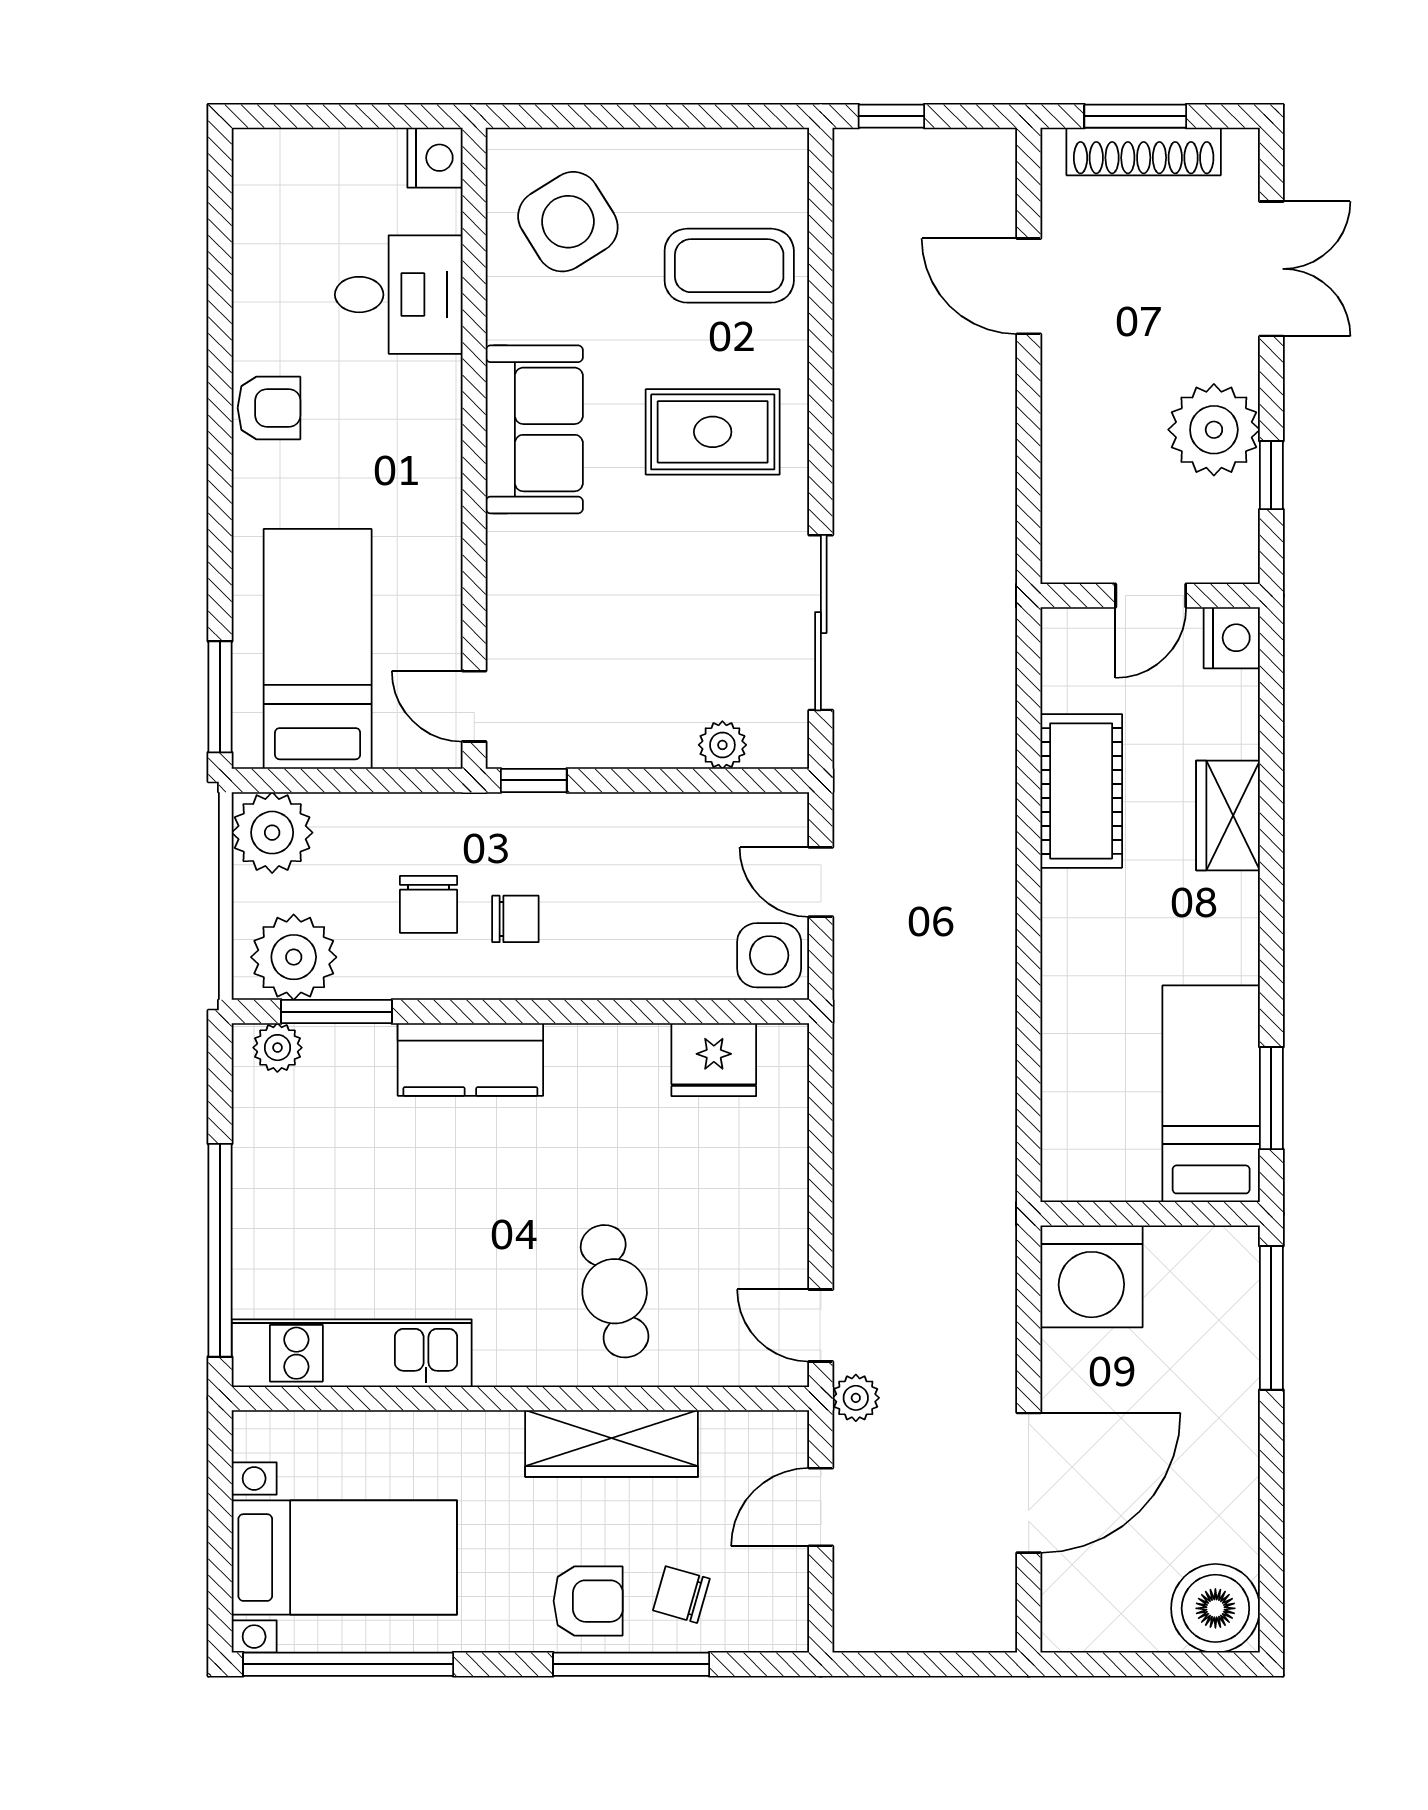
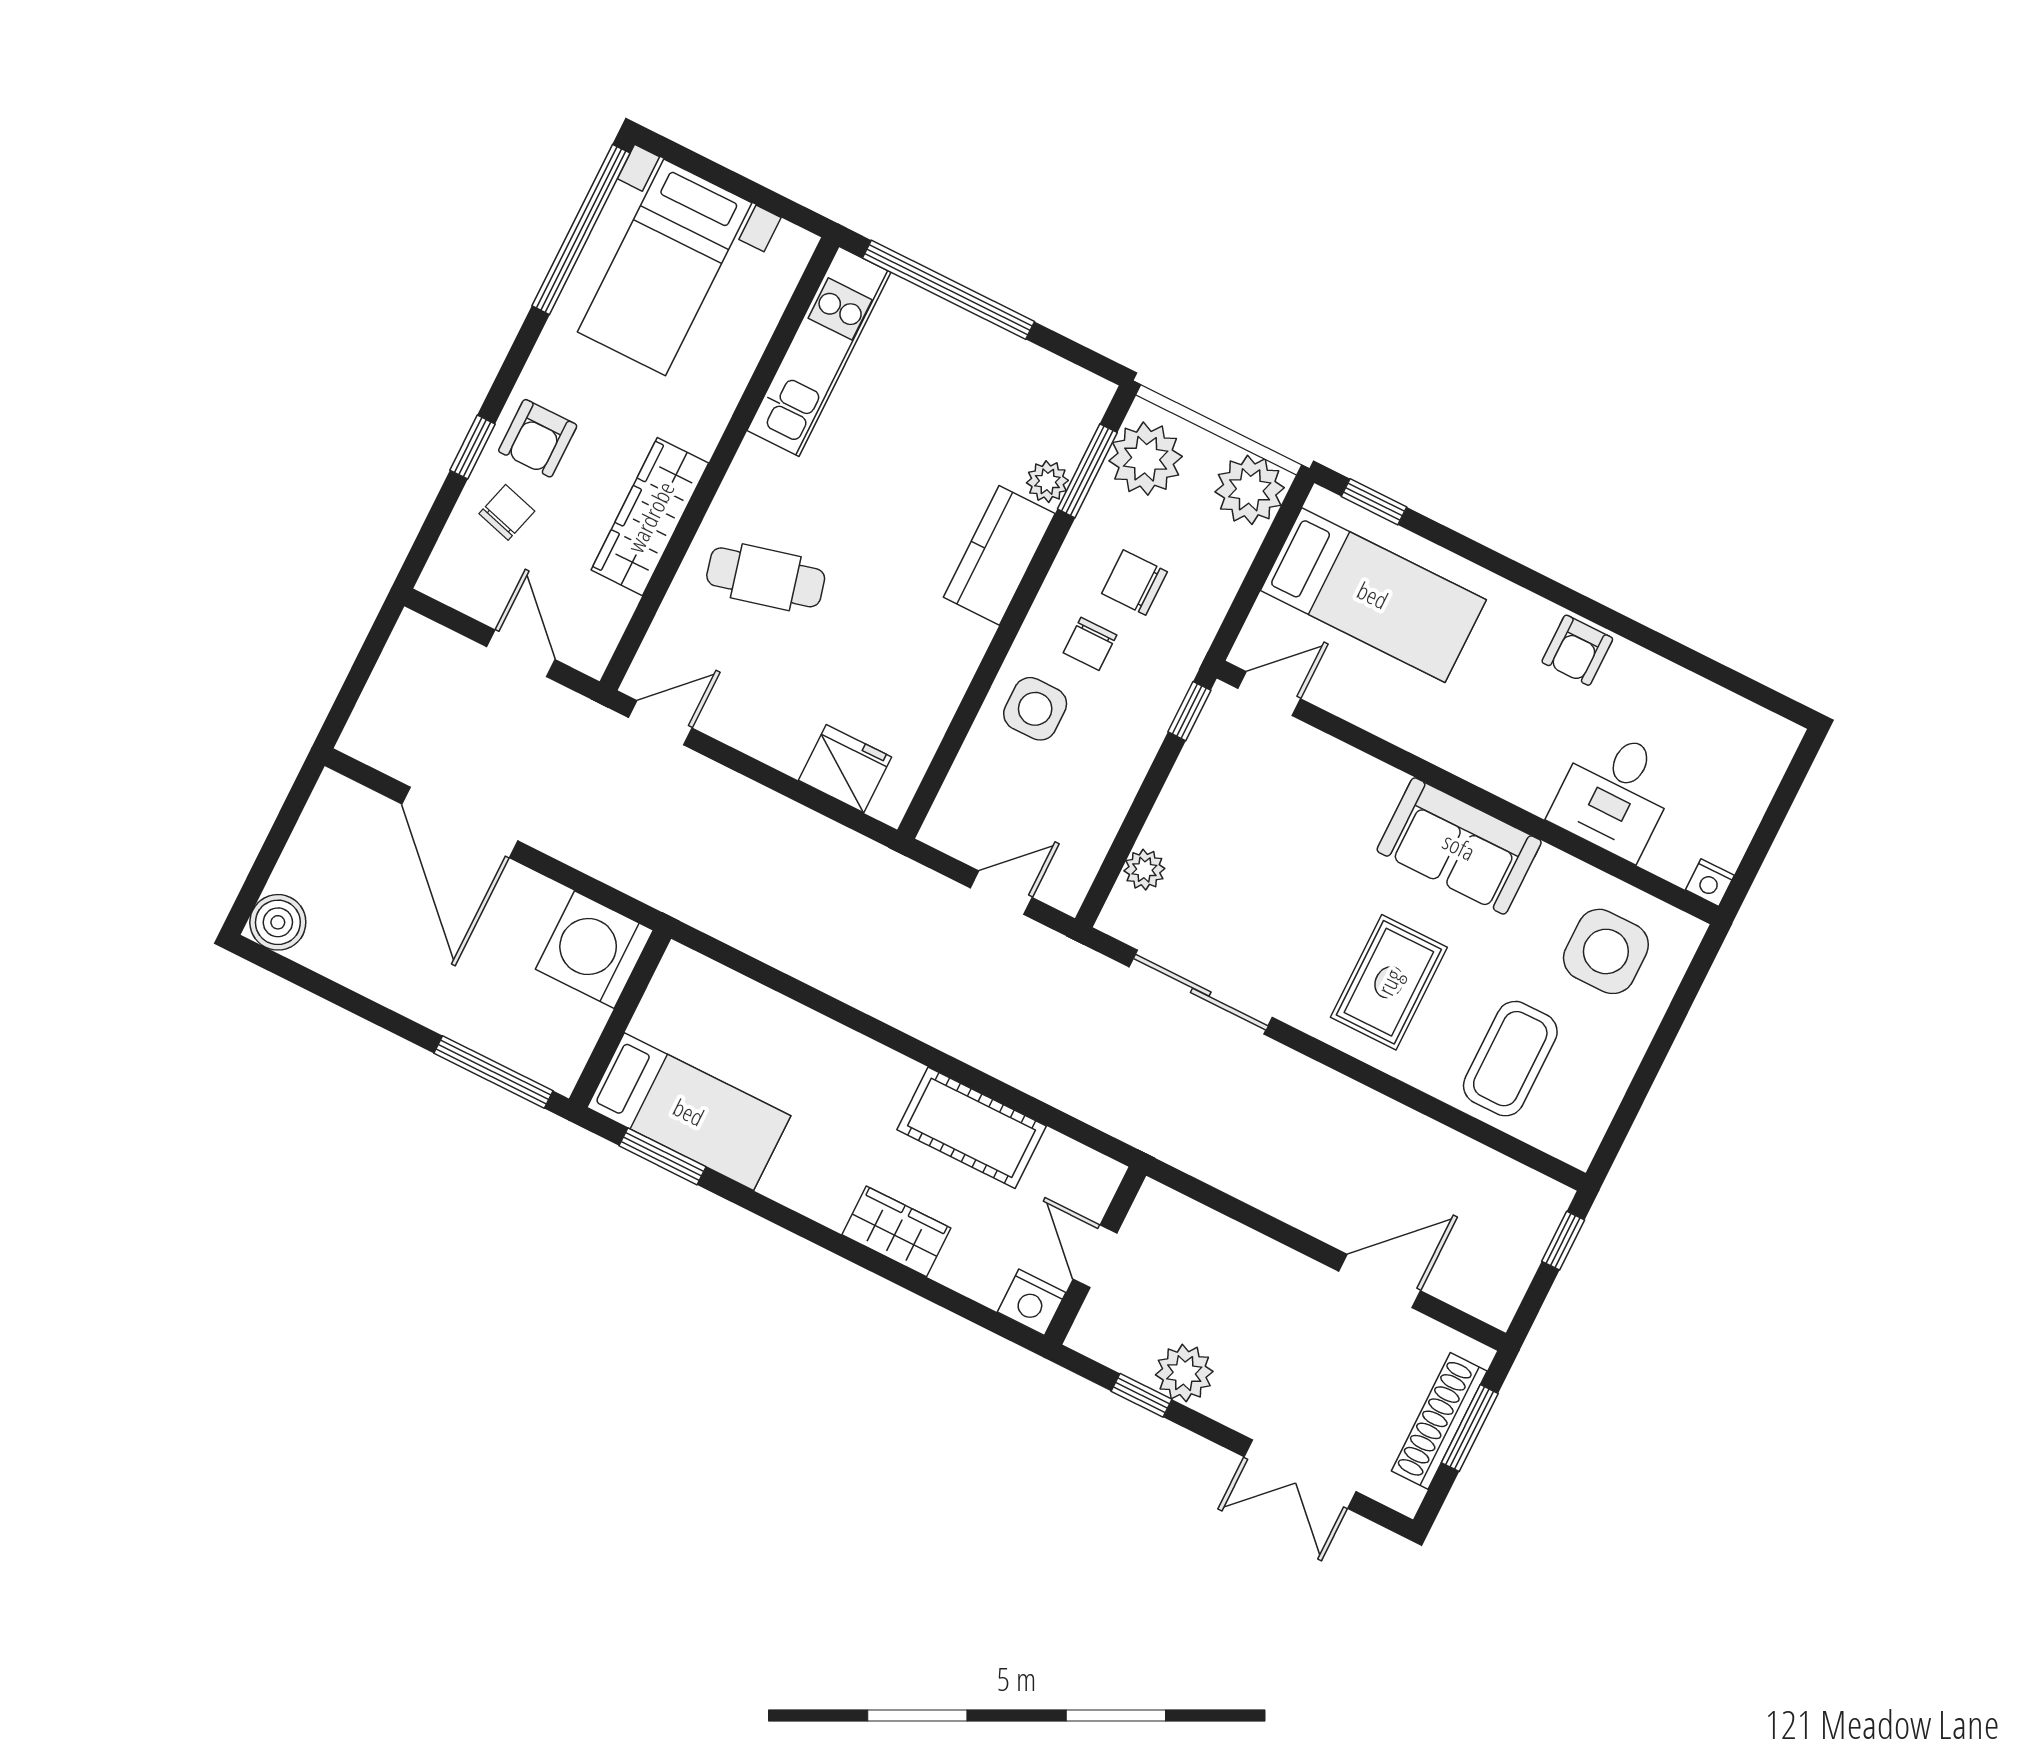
nightstand: (435, 158) -> (1710, 883), width x0.72, depth x0.74
side table: (568, 222) -> (1606, 951), turned 32
plant: (1214, 430) -> (1184, 1373), width x0.73, depth x0.73
window: (220, 697) -> (1374, 502), width x0.67
side table: (769, 955) -> (1035, 709), moved
plant: (277, 1048) -> (1047, 482), moved
fridge: (714, 1060) -> (845, 769), moved, turned 90
plant: (856, 1398) -> (591, 722), removed
boiler: (1215, 1608) -> (278, 922), width x0.73, depth x0.73
window: (631, 1664) -> (473, 447), width x0.46

